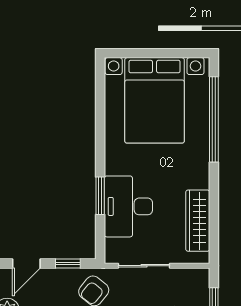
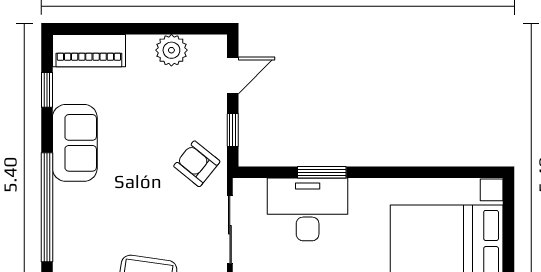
door: (26, 264) -> (233, 76), swing flipped

